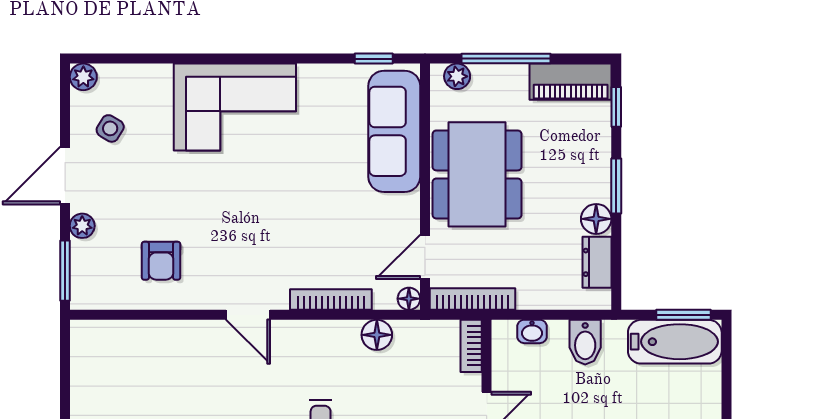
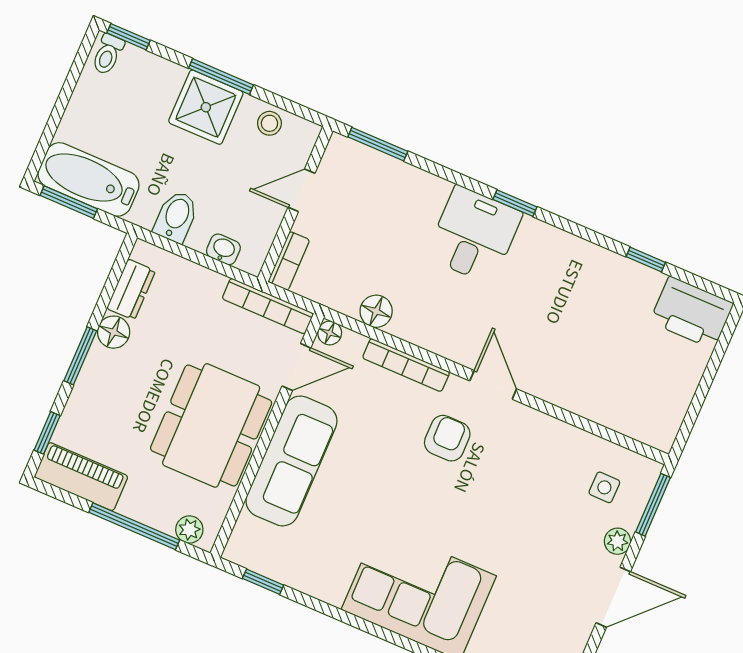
side table: (110, 128) -> (604, 487), moved, turned -31
sofa: (394, 131) -> (291, 461), moved
armchair: (161, 261) -> (447, 438), moved

